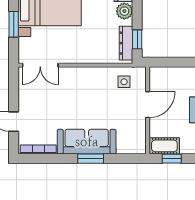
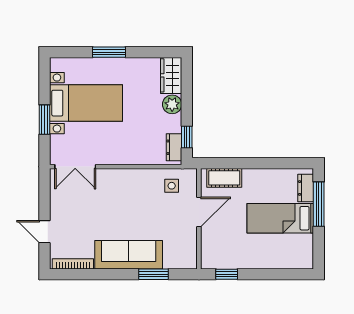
dresser: (126, 43) -> (174, 147), width x0.70
cot: (164, 146) -> (224, 178), moved
window: (91, 159) -> (154, 274), moved

